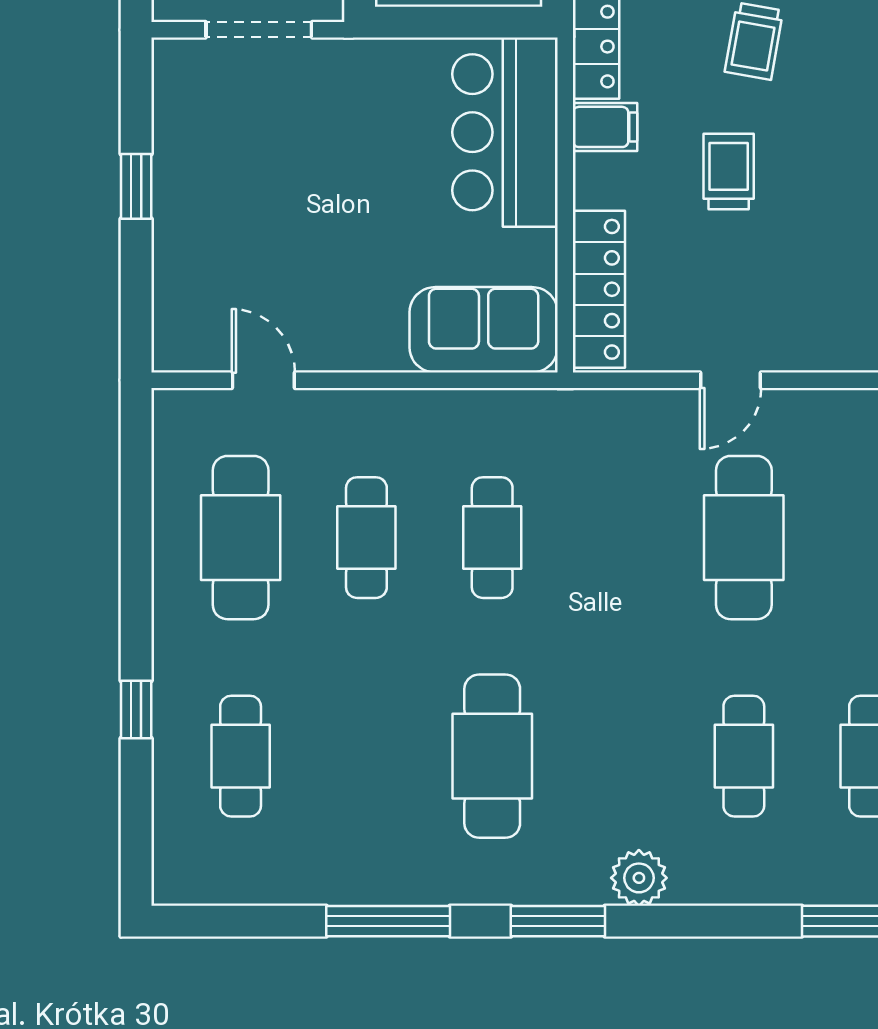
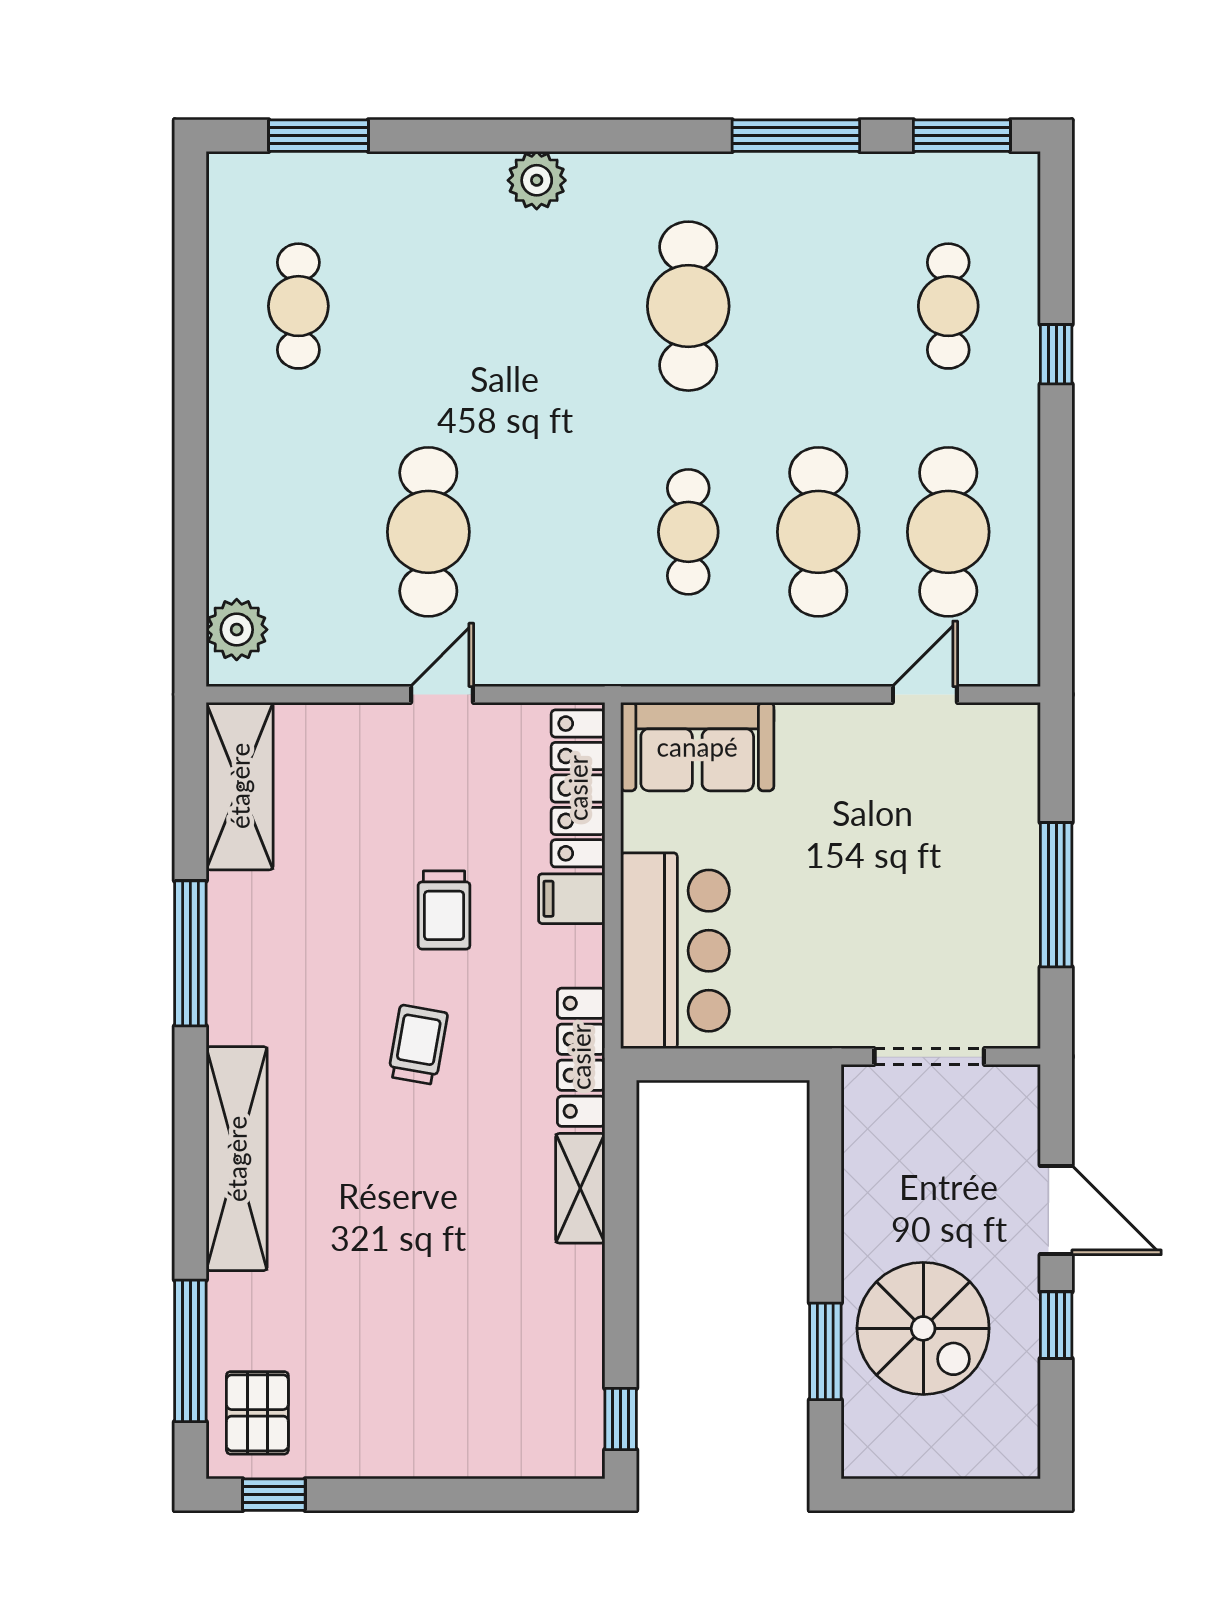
filing cabinet: (605, 127) -> (572, 899), moved
window: (136, 186) -> (1056, 895), width x2.17
door: (263, 380) -> (925, 694), swing flipped
cafe table: (366, 538) -> (818, 532), width x1.37, depth x1.35
cafe table: (744, 756) -> (428, 306), removed
window: (558, 921) -> (962, 136), moved

